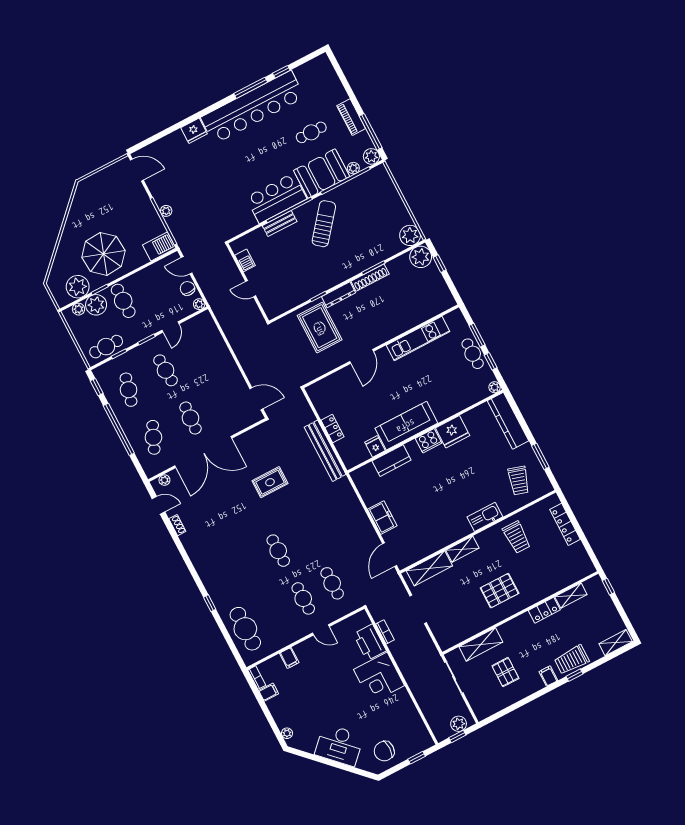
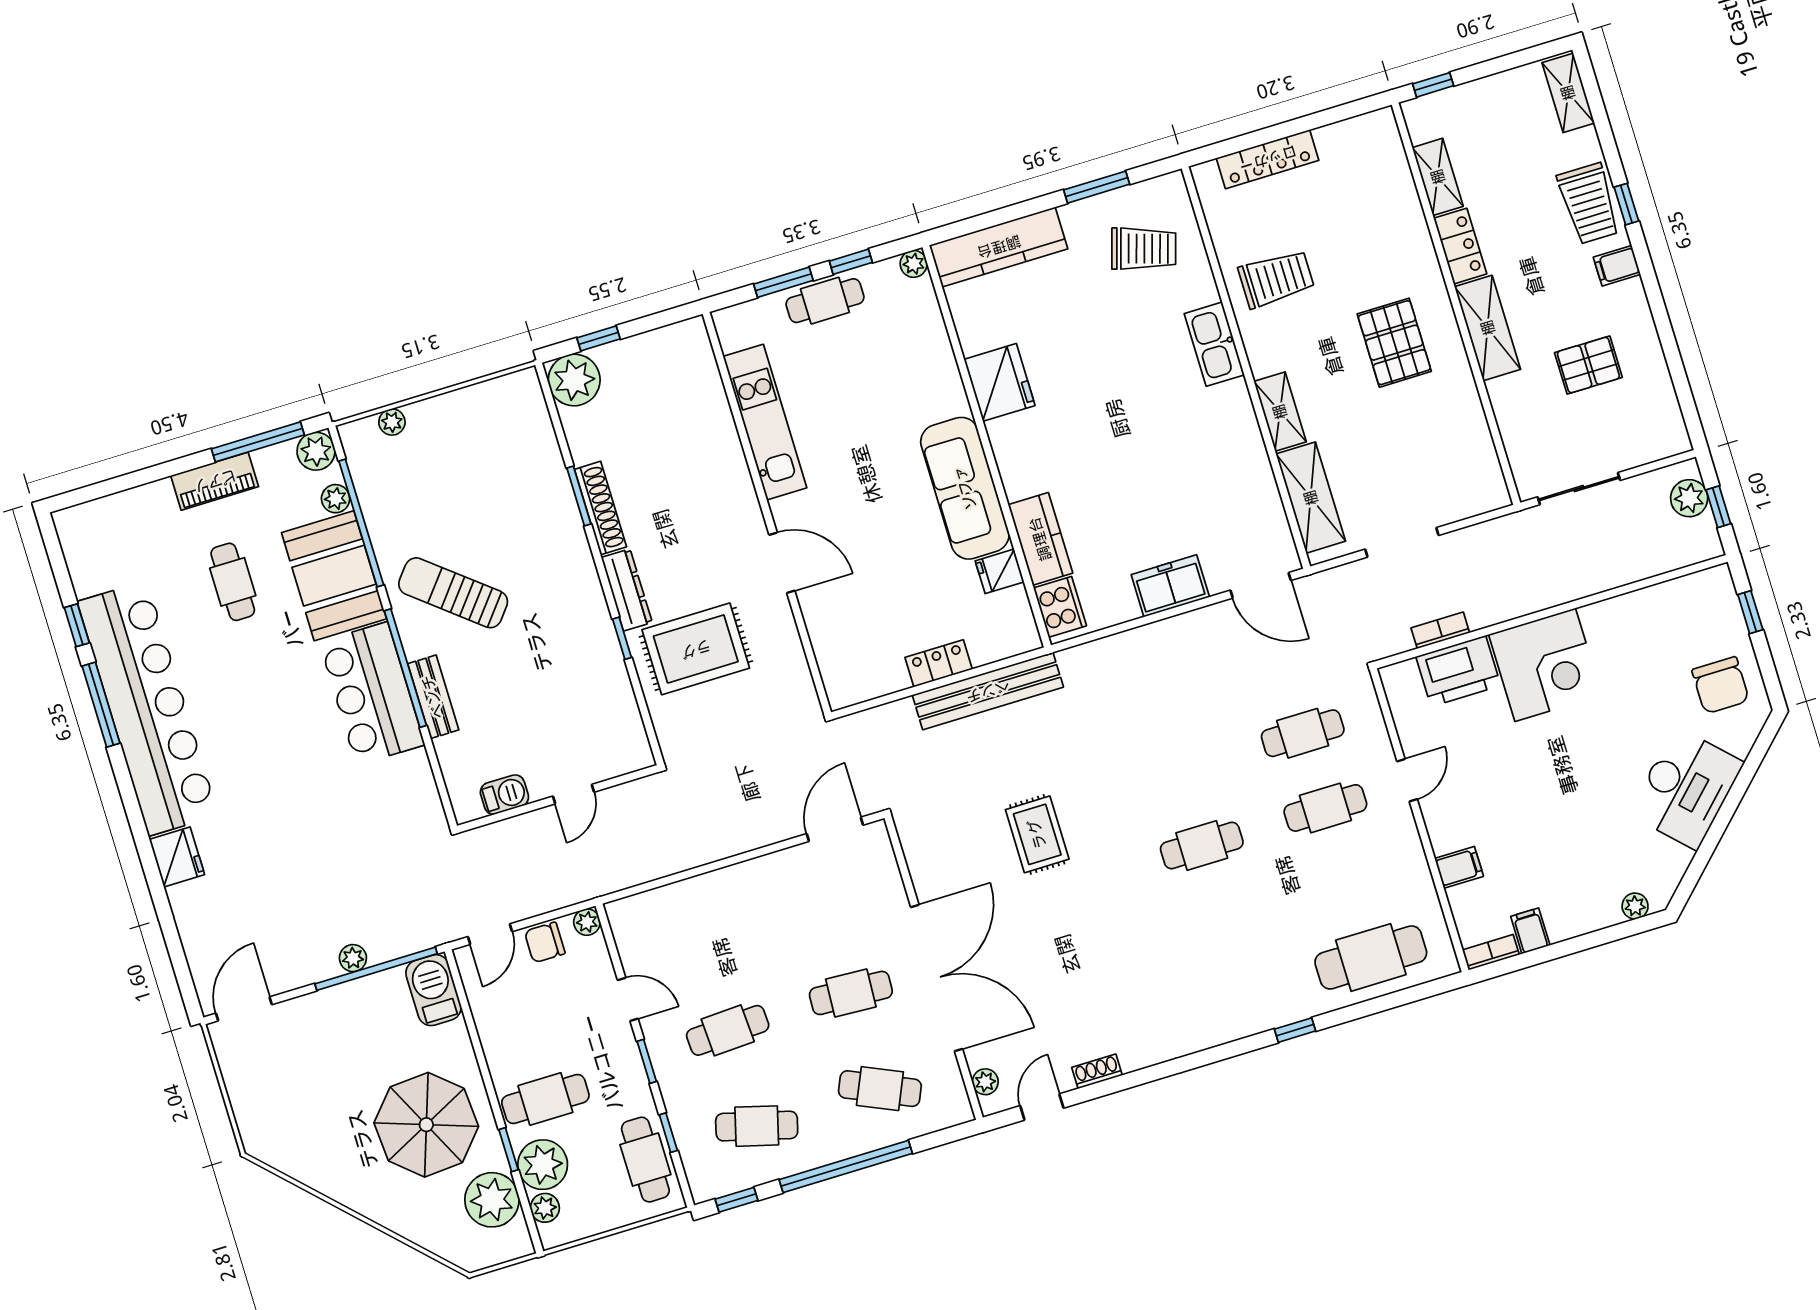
plant: (410, 235) -> (392, 422), moved, width x0.53, depth x0.53
cooker: (429, 441) -> (1060, 607), moved
shelving: (481, 644) -> (1488, 328), moved

